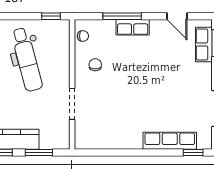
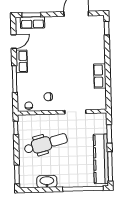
row of seats: (133, 27) -> (22, 61), moved
row of seats: (170, 141) -> (100, 76), moved, width x0.68

